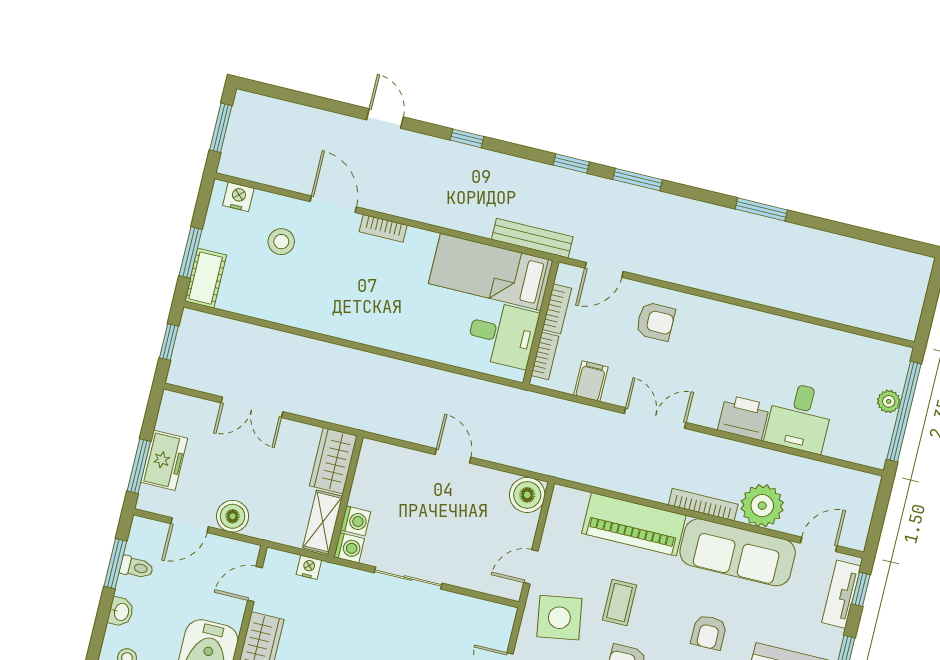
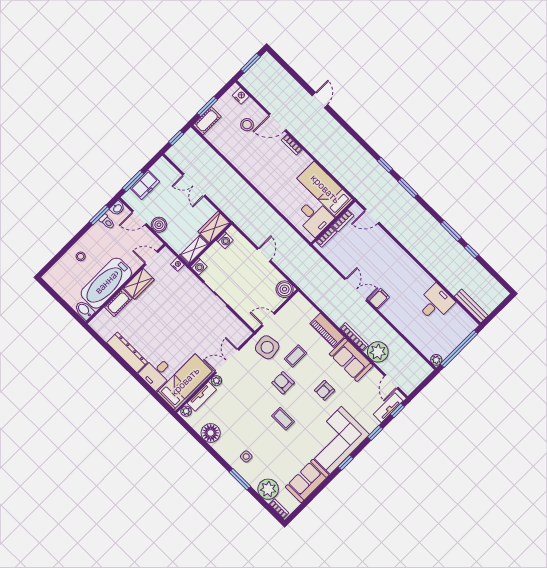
window: (467, 138) -> (471, 251), moved
door: (333, 204) -> (278, 122), swing flipped
bench: (532, 238) -> (471, 306), moved
armchair: (655, 321) -> (380, 250), removed
filing cabinet: (591, 381) -> (379, 299), moved
plant: (889, 401) -> (436, 360), moved
printer: (744, 417) -> (392, 311), removed
desk: (799, 417) -> (435, 303), moved, turned 180
washing machine: (355, 521) -> (225, 240), moved
piano: (634, 524) -> (327, 330), width x0.73, depth x0.75
door: (819, 544) -> (391, 382), swing flipped
sofa: (738, 552) -> (351, 360), width x0.73
washbasin: (121, 612) -> (117, 208), moved

